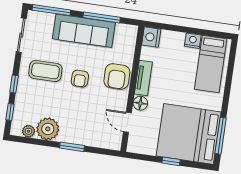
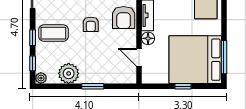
coffee table: (45, 71) -> (53, 33), moved
plant: (29, 131) -> (41, 78), moved

